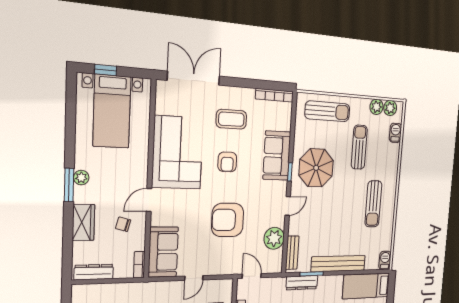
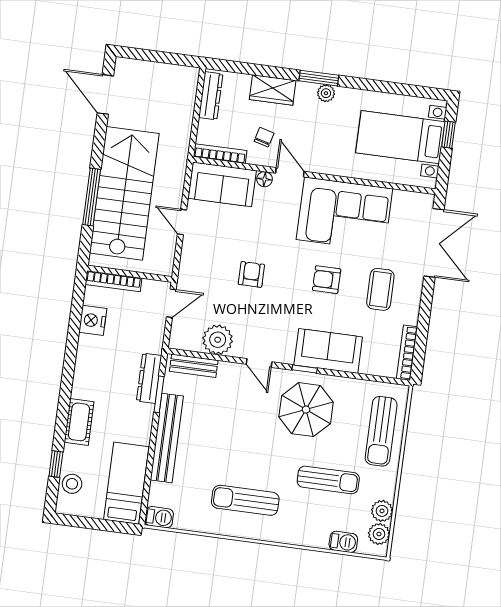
floor lamp: (156, 219) -> (265, 179), added
armchair: (228, 220) -> (251, 274), width x0.53, depth x0.53
bookcase: (139, 265) -> (220, 154), width x1.56

